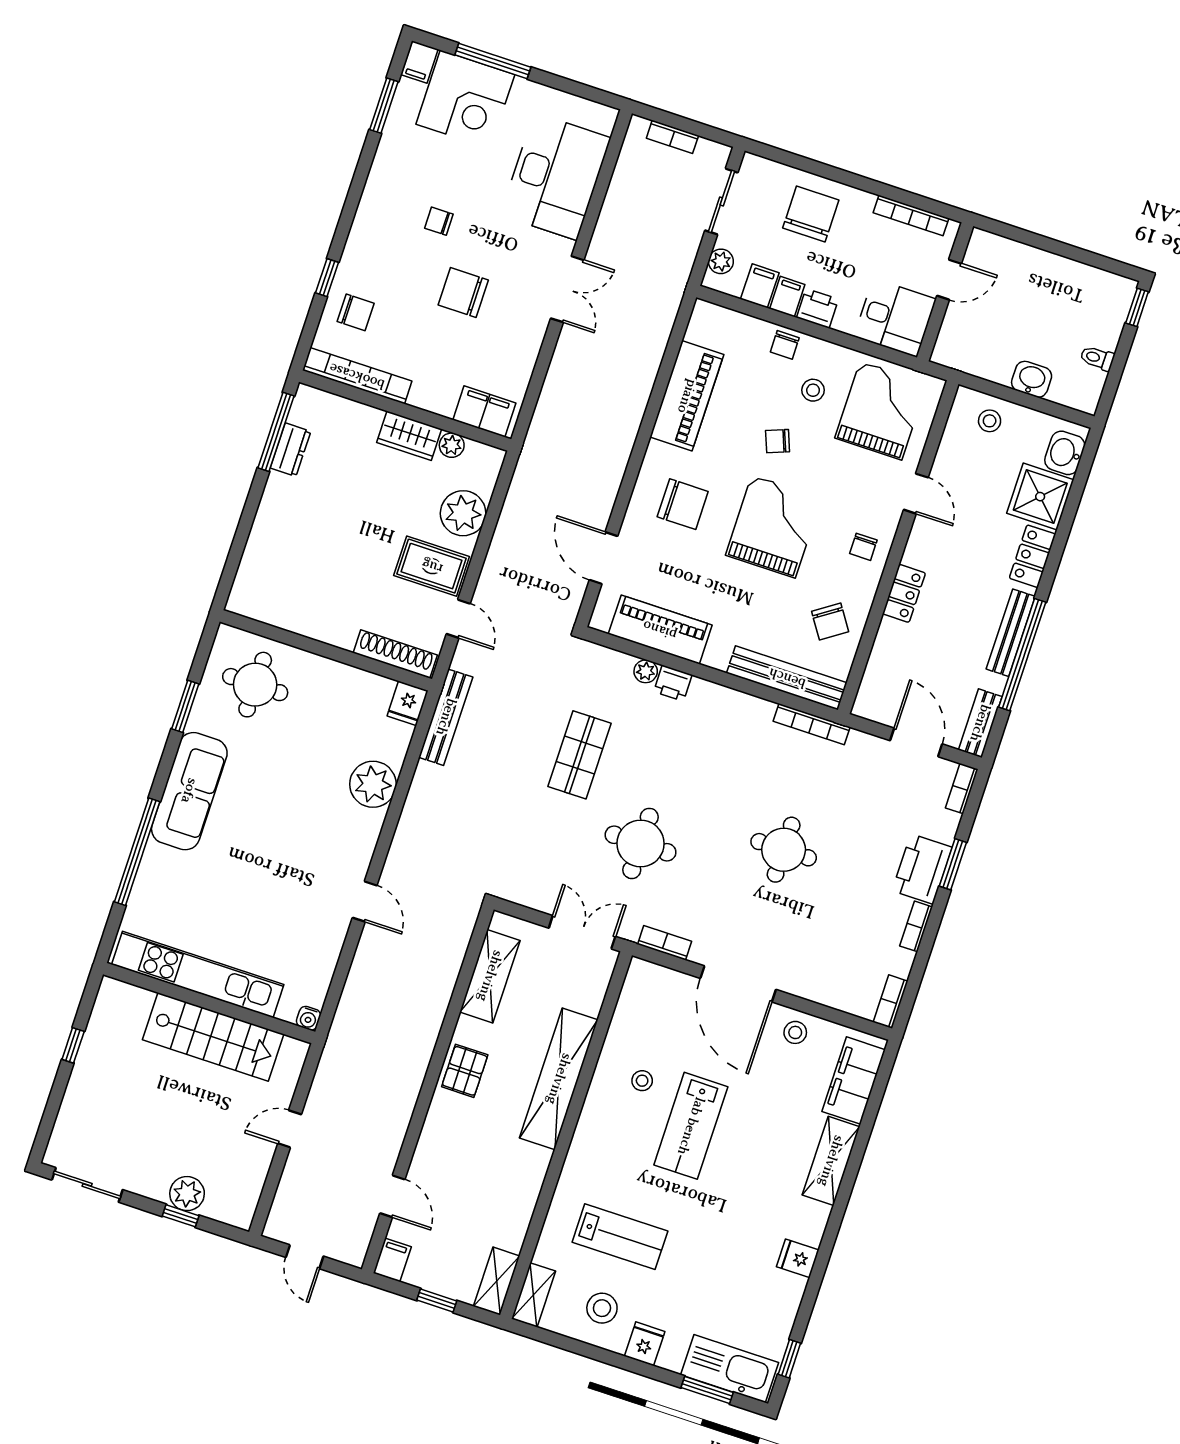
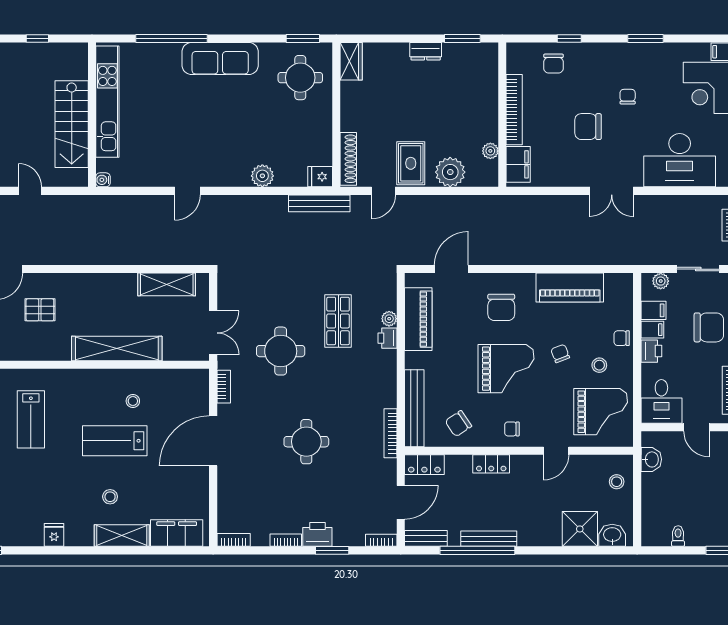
window: (384, 106) -> (646, 38), moved
chair: (463, 293) -> (588, 127), turned -90
bookcase: (357, 376) -> (514, 110), moved
washbasin: (1032, 379) -> (651, 459), moved
window: (276, 432) -> (462, 38), width x0.69
wardrobe: (409, 436) -> (351, 61), moved, turned 180
dresser: (291, 450) -> (426, 51), moved
locker: (1033, 556) -> (424, 465), moved, turned 180
window: (185, 706) -> (303, 38), moved
shop shelf: (580, 755) -> (338, 321), moved, turned 90
plant: (373, 784) -> (262, 176), width x0.73, depth x0.73
printer: (922, 869) -> (317, 534), width x0.73, depth x0.84
stool: (795, 1032) -> (110, 497), moved
pallet: (465, 1071) -> (40, 310), moved

